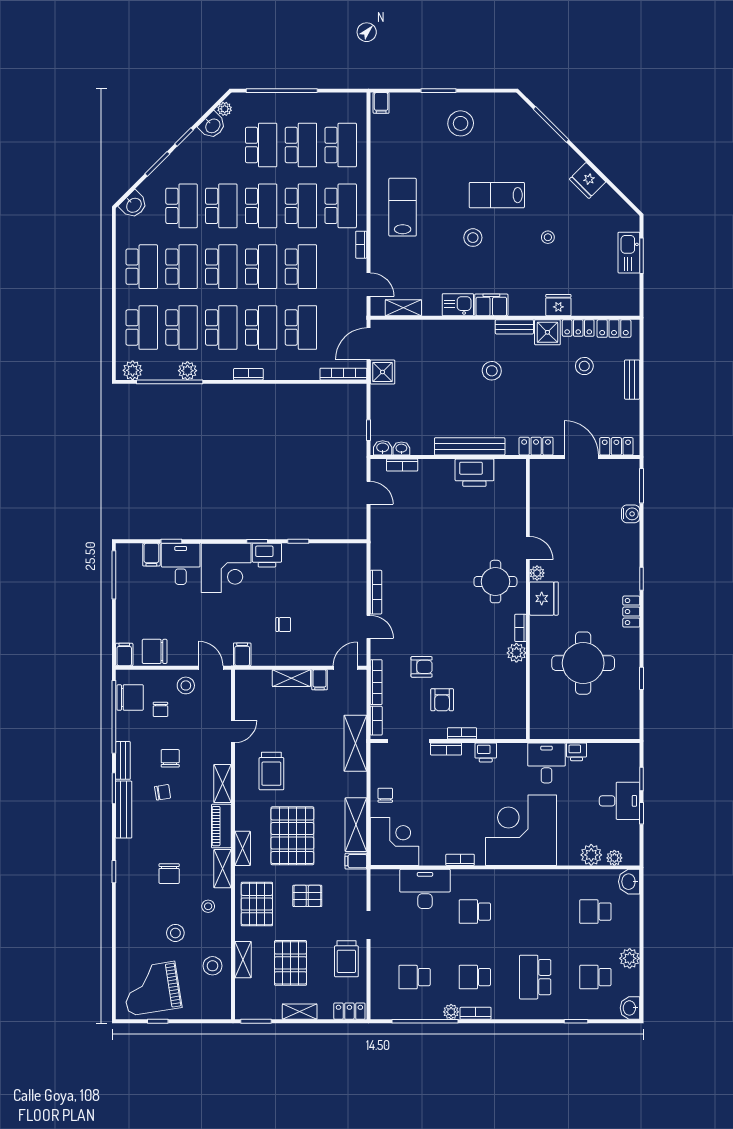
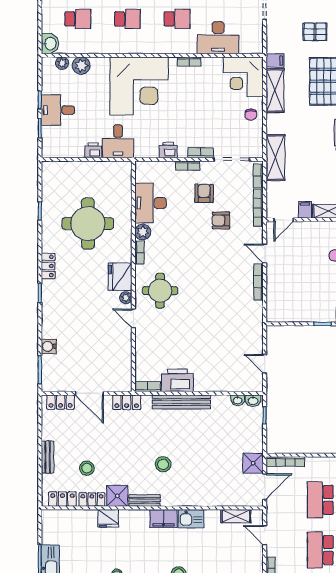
bookcase: (402, 465) -> (148, 387), moved
desk: (507, 688) -> (151, 203), added
school desk: (535, 912) -> (127, 19), added

